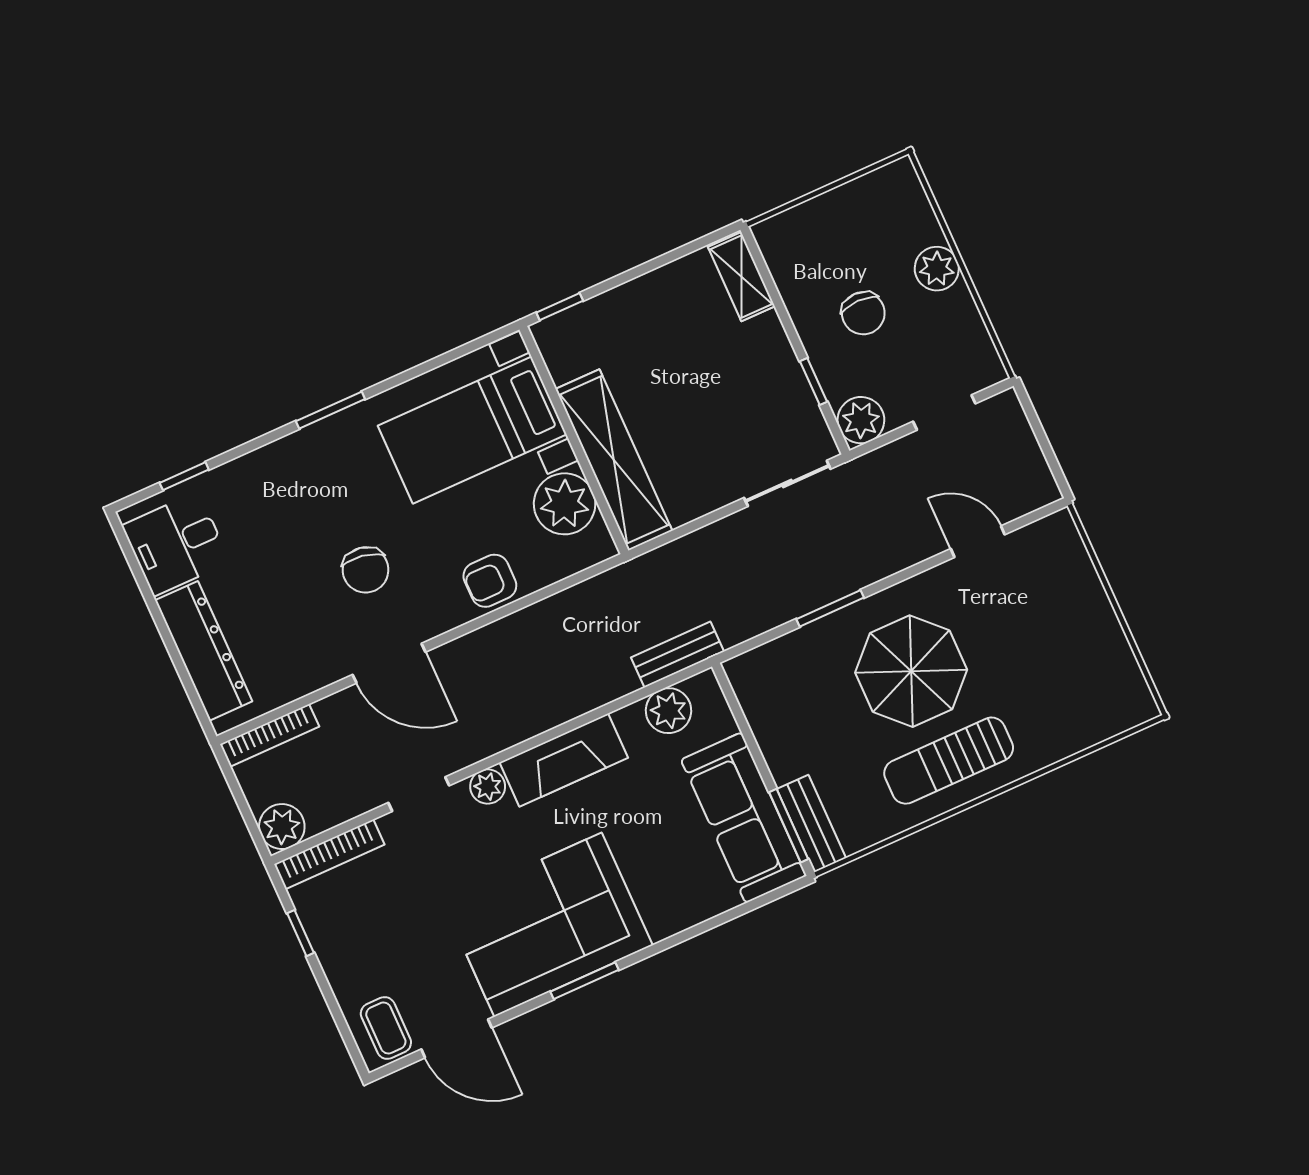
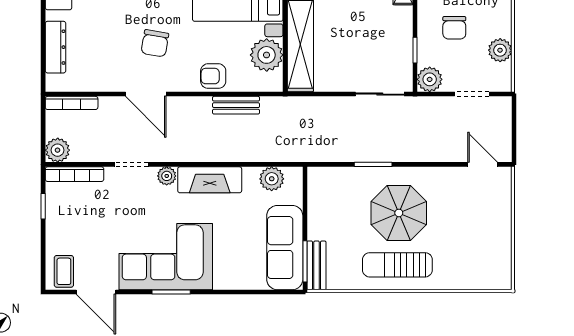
plant: (937, 269) -> (500, 50), moved
door: (978, 542) -> (482, 164), moved
dresser: (204, 651) -> (56, 47), width x0.73, depth x0.80
bench: (677, 654) -> (236, 105), moved

